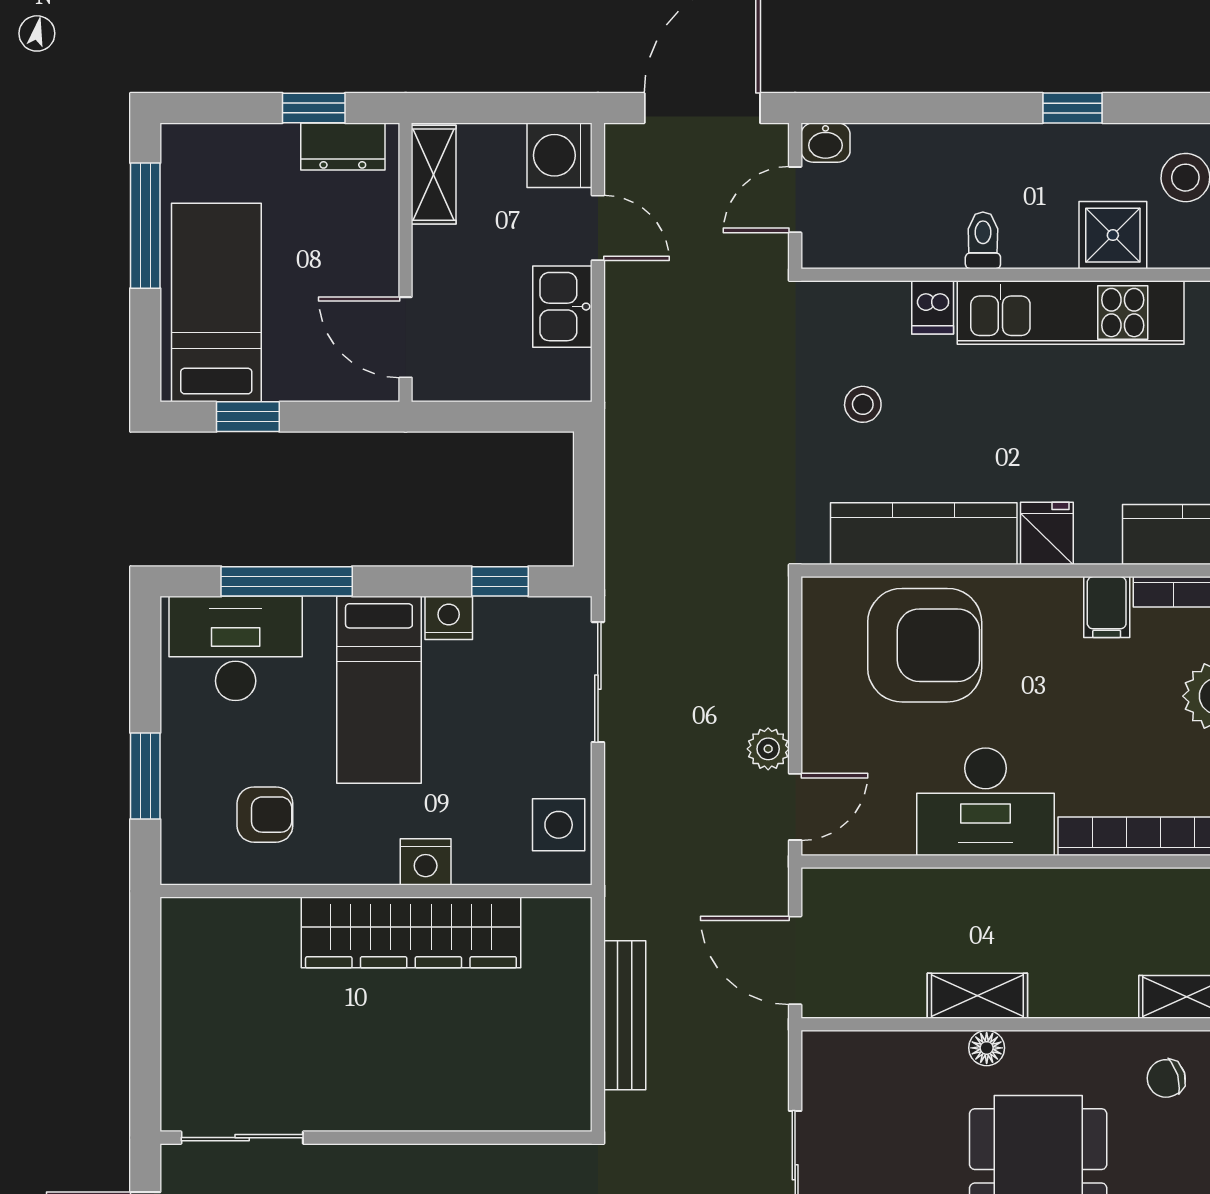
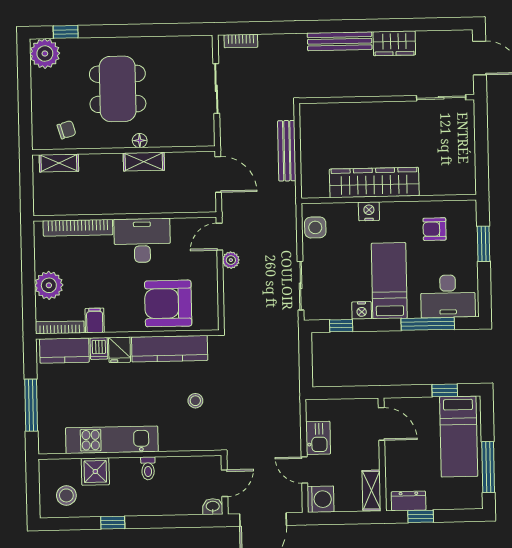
dishwasher: (933, 307) -> (99, 349), moved, turned 180

